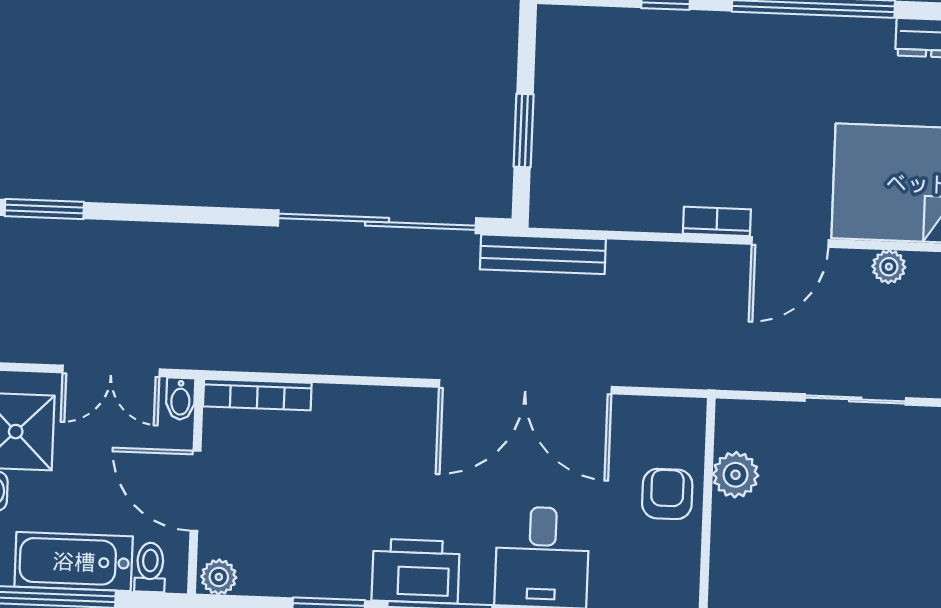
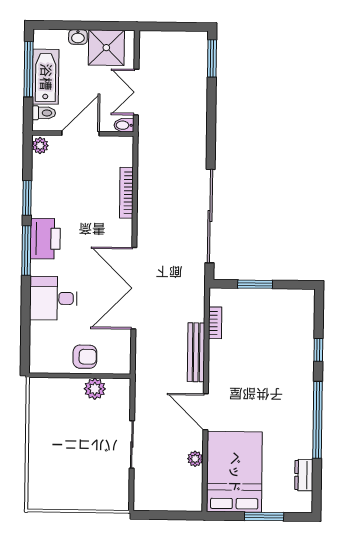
bookcase: (717, 221) -> (215, 323), moved
bench: (543, 254) -> (196, 352), moved
bookcase: (257, 395) -> (126, 193), moved

